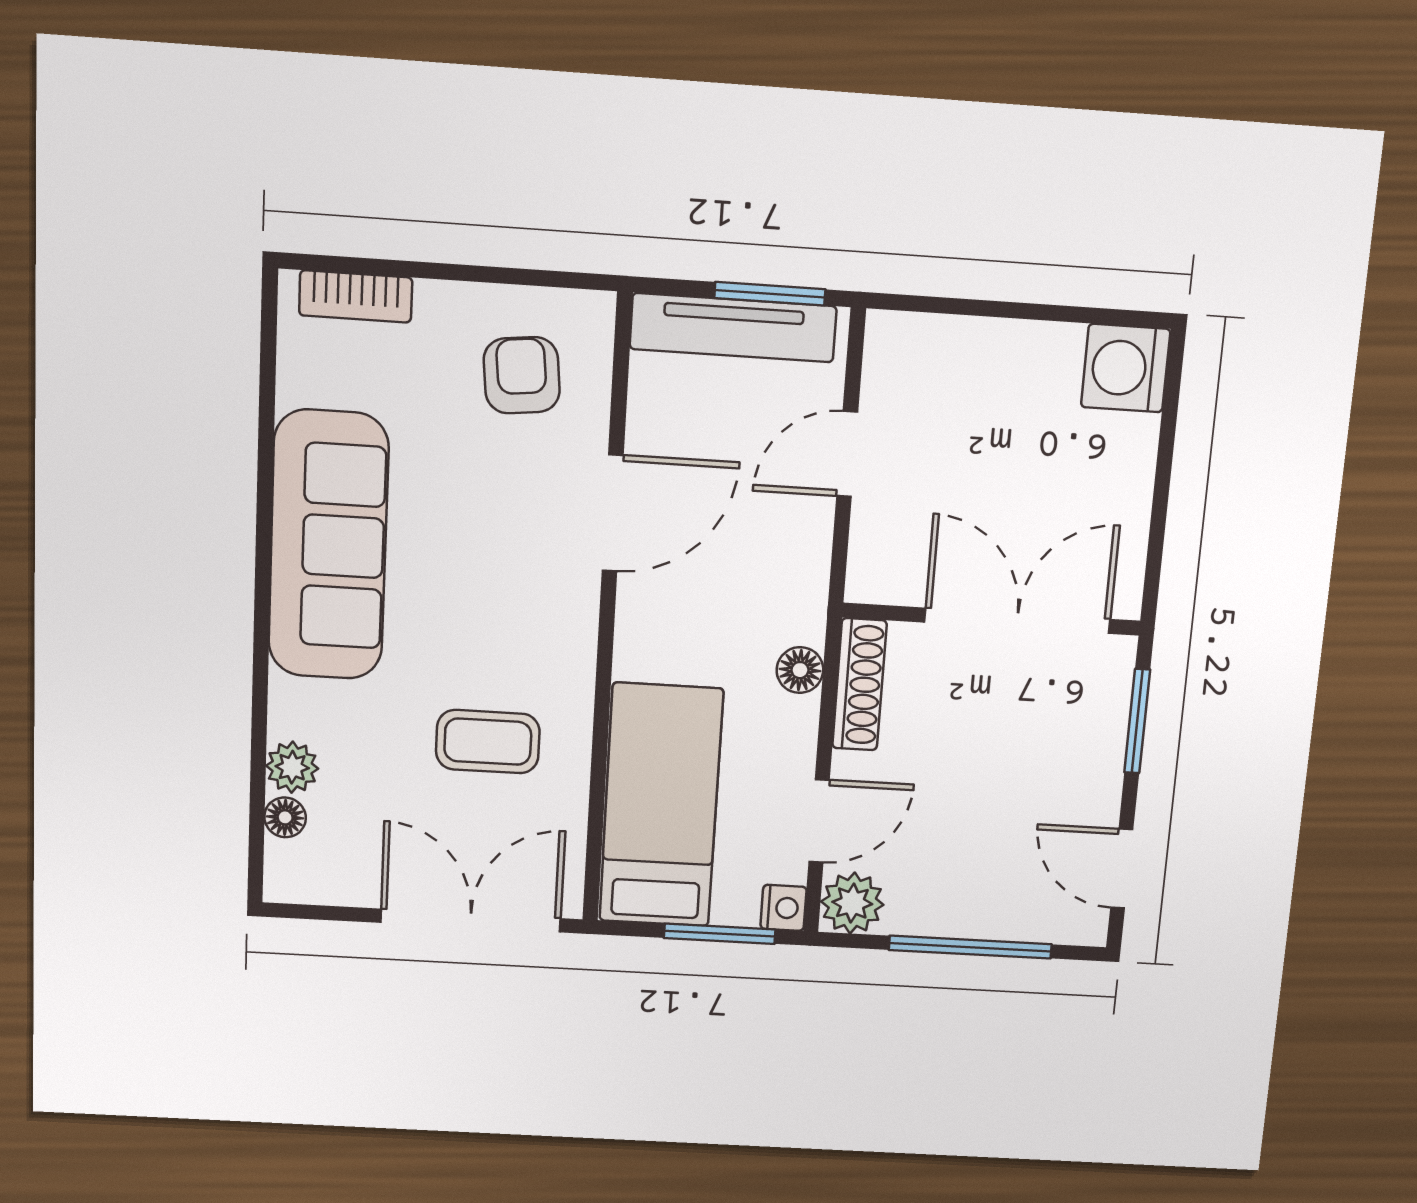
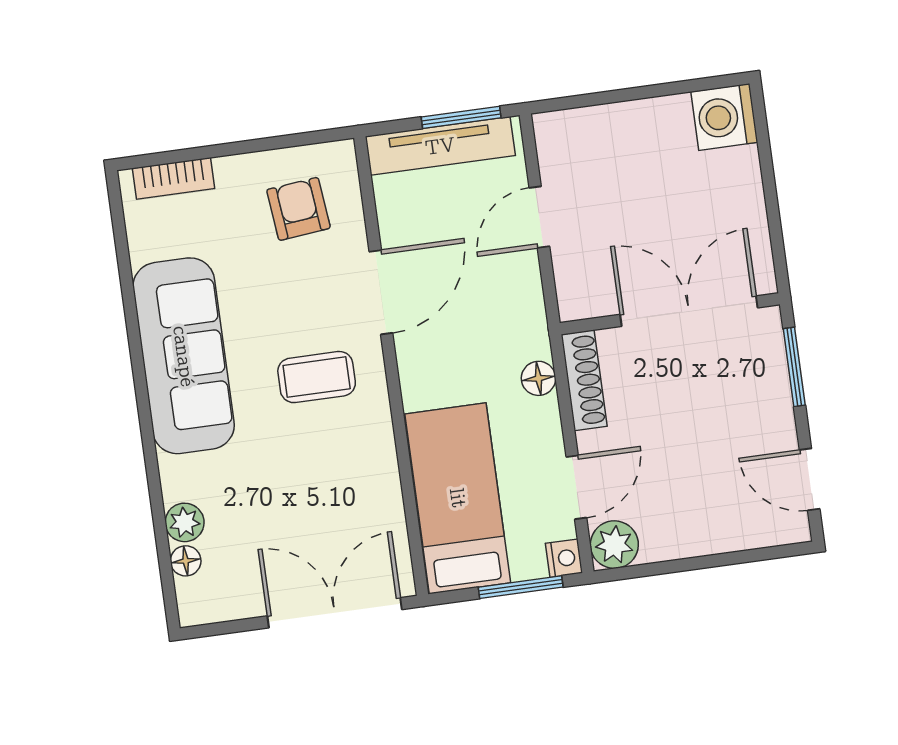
coffee table: (488, 742) -> (317, 377), moved
window: (970, 947) -> (710, 561), removed

